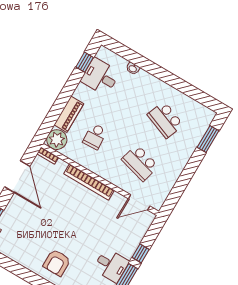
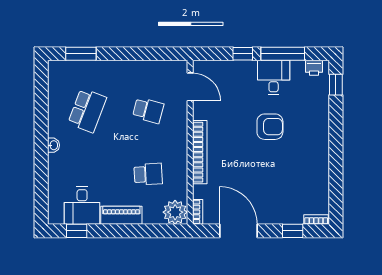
washbasin: (133, 69) -> (53, 145), moved
piano: (69, 114) -> (121, 215), moved
school desk: (140, 163) -> (148, 110), width x0.54
door: (17, 177) -> (238, 231), hinge flipped
armchair: (57, 263) -> (270, 127), moved

